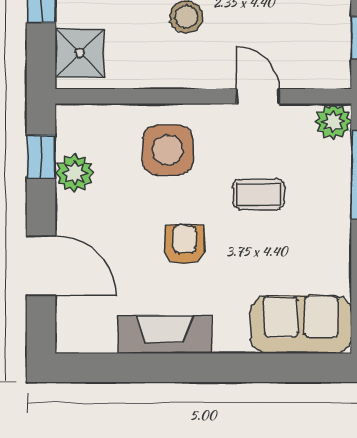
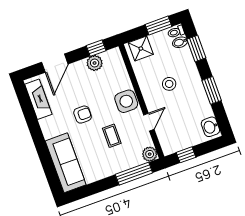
side table: (168, 150) -> (126, 101), moved
sofa: (301, 325) -> (66, 163), width x1.36
fireplace: (165, 335) -> (38, 99), moved

